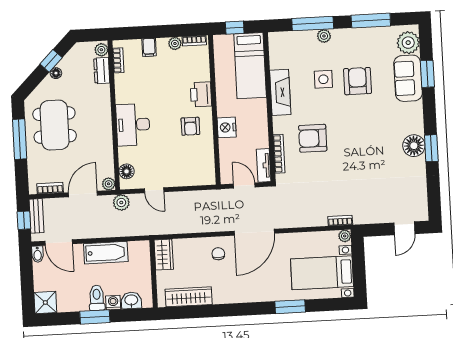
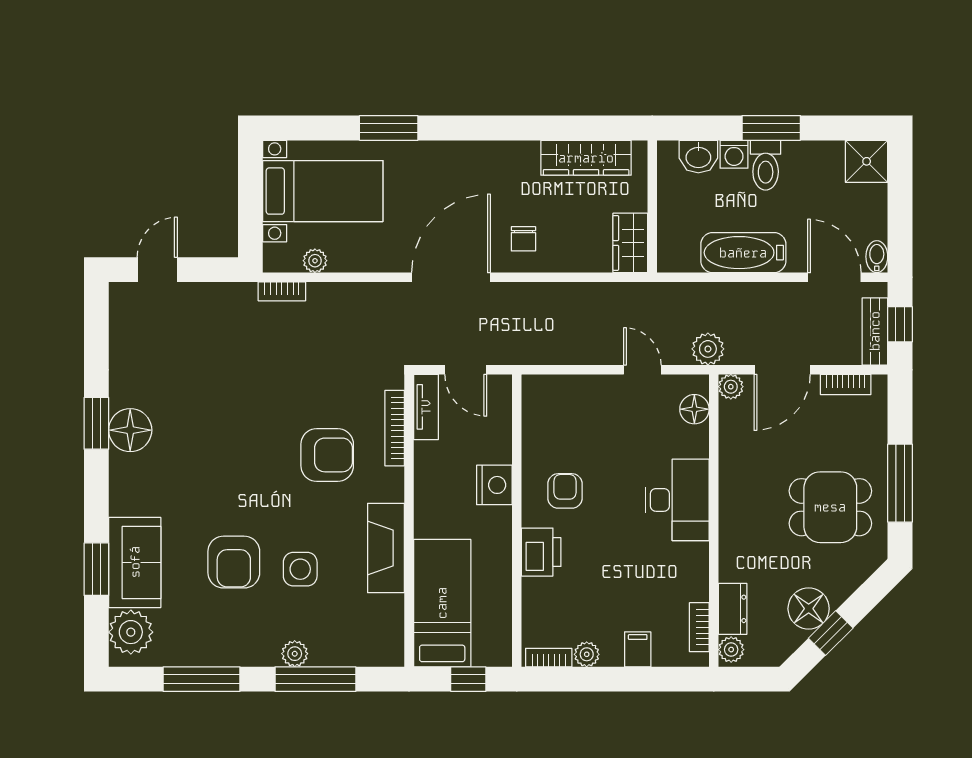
floor lamp: (56, 73) -> (809, 609), width x1.89, depth x1.89
dining table: (55, 125) -> (830, 507), width x0.73
plant: (345, 236) -> (315, 261), moved

